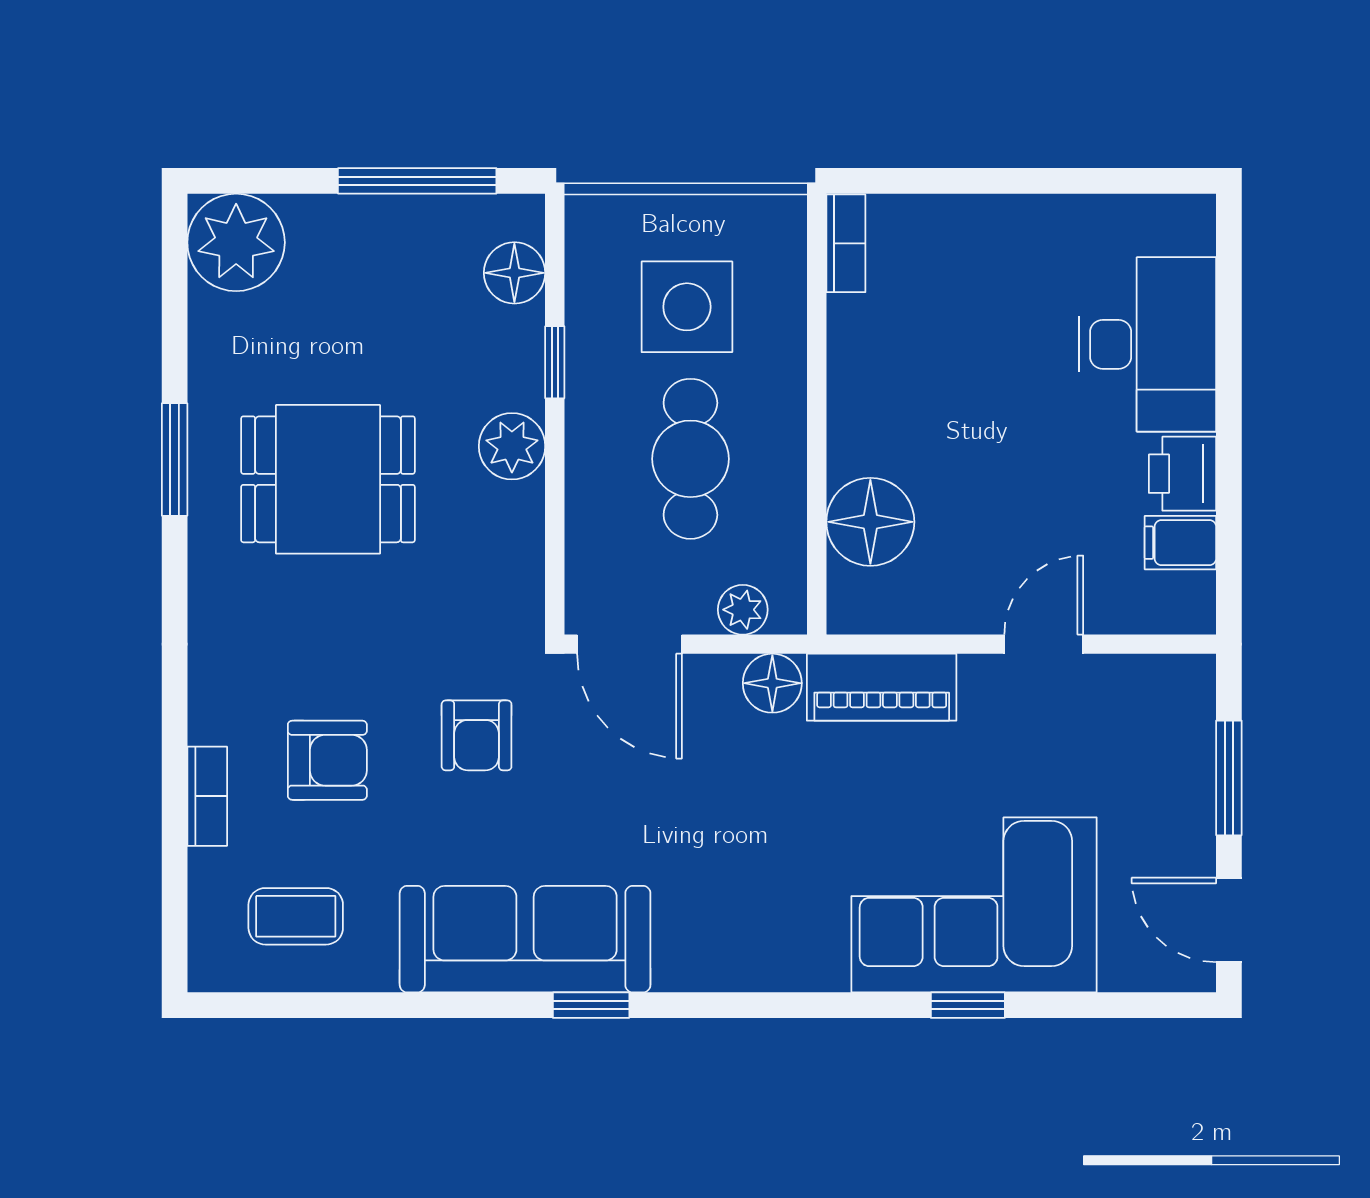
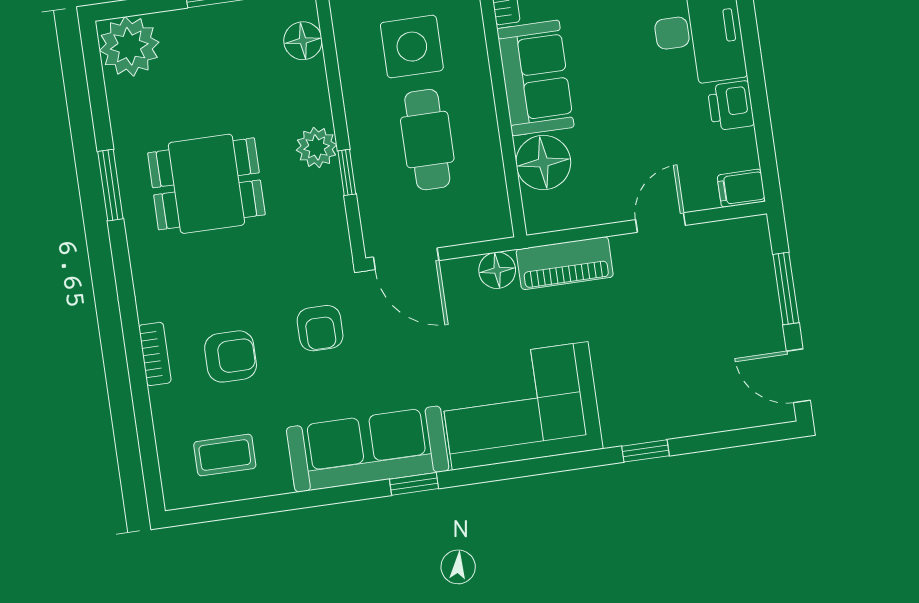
window: (555, 362) -> (347, 172), moved
sofa: (877, 385) -> (535, 78), added
filing cabinet: (1180, 543) -> (741, 188), moved
plant: (743, 610) -> (473, 228), removed
bookcase: (207, 796) -> (155, 354), moved
corner sofa: (974, 905) -> (520, 406), moved

